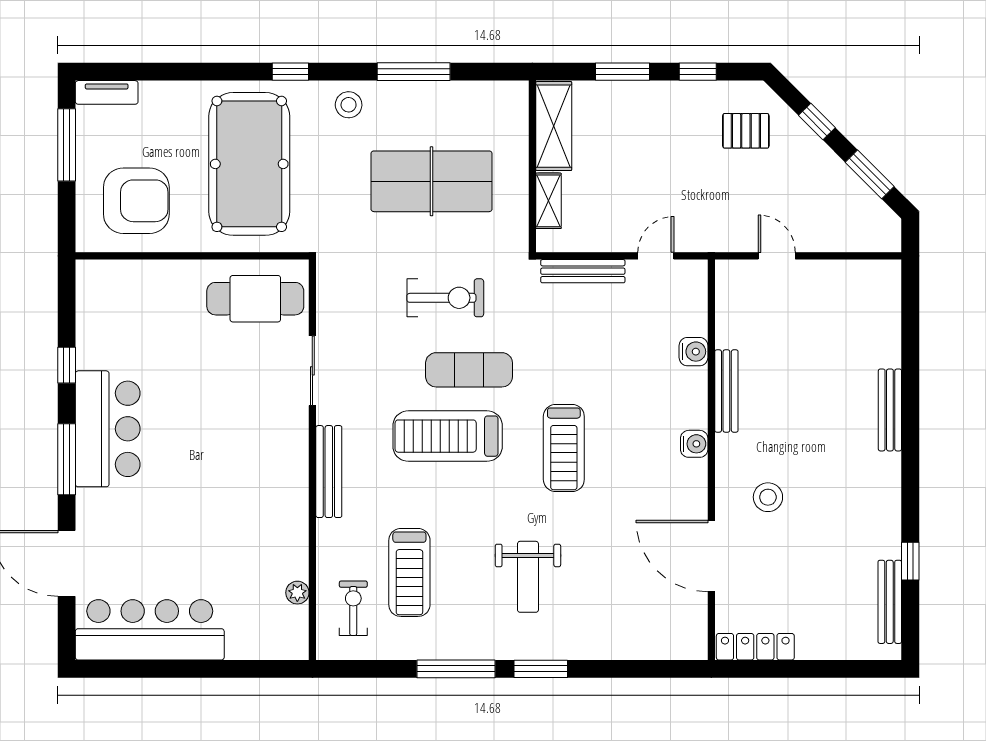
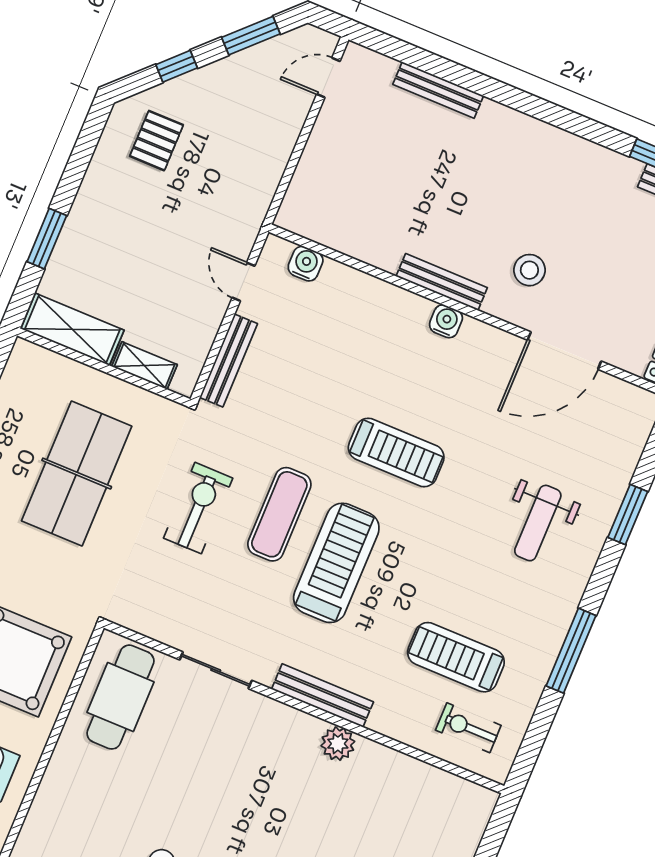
window: (698, 72) -> (78, 164), removed
door: (777, 256) -> (328, 78), moved
water cooler: (693, 352) -> (306, 264), moved
bench: (726, 391) -> (442, 282), moved
bench: (890, 410) -> (438, 90), moved
treadmill: (448, 436) -> (336, 563), turned 180
treadmill: (409, 572) -> (456, 657), turned 180
weight bench: (528, 577) -> (538, 523), moved, turned 90
plant: (297, 593) -> (338, 744), moved, width x1.38, depth x1.38
window: (541, 669) -> (628, 514), moved

